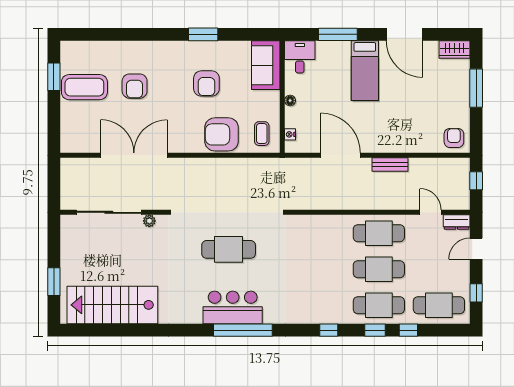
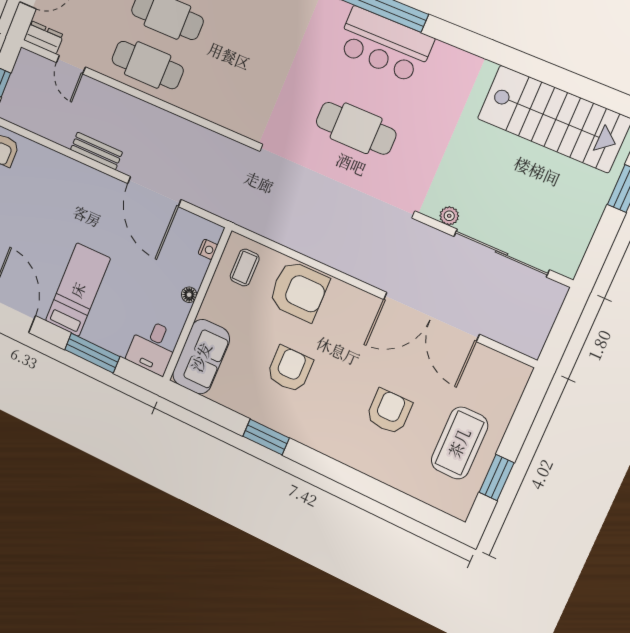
coffee table: (84, 87) -> (459, 443), turned 90

